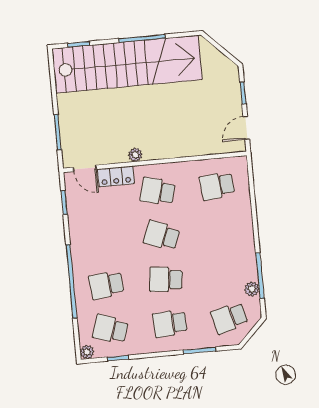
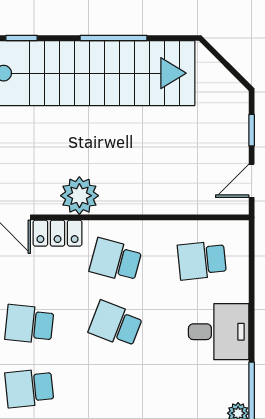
plant: (135, 155) -> (79, 196), width x1.87, depth x1.87
desk: (233, 234) -> (219, 332), added
school desk: (166, 279) -> (29, 324), moved

